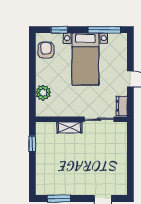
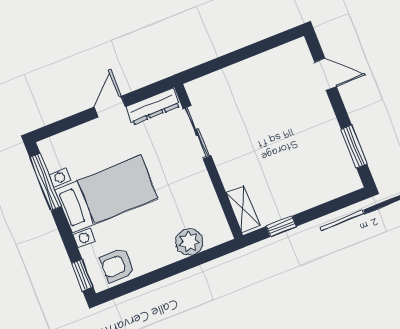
window: (59, 30) -> (82, 275), moved
dresser: (122, 106) -> (153, 106), width x1.44
shelving: (69, 127) -> (243, 209), moved

